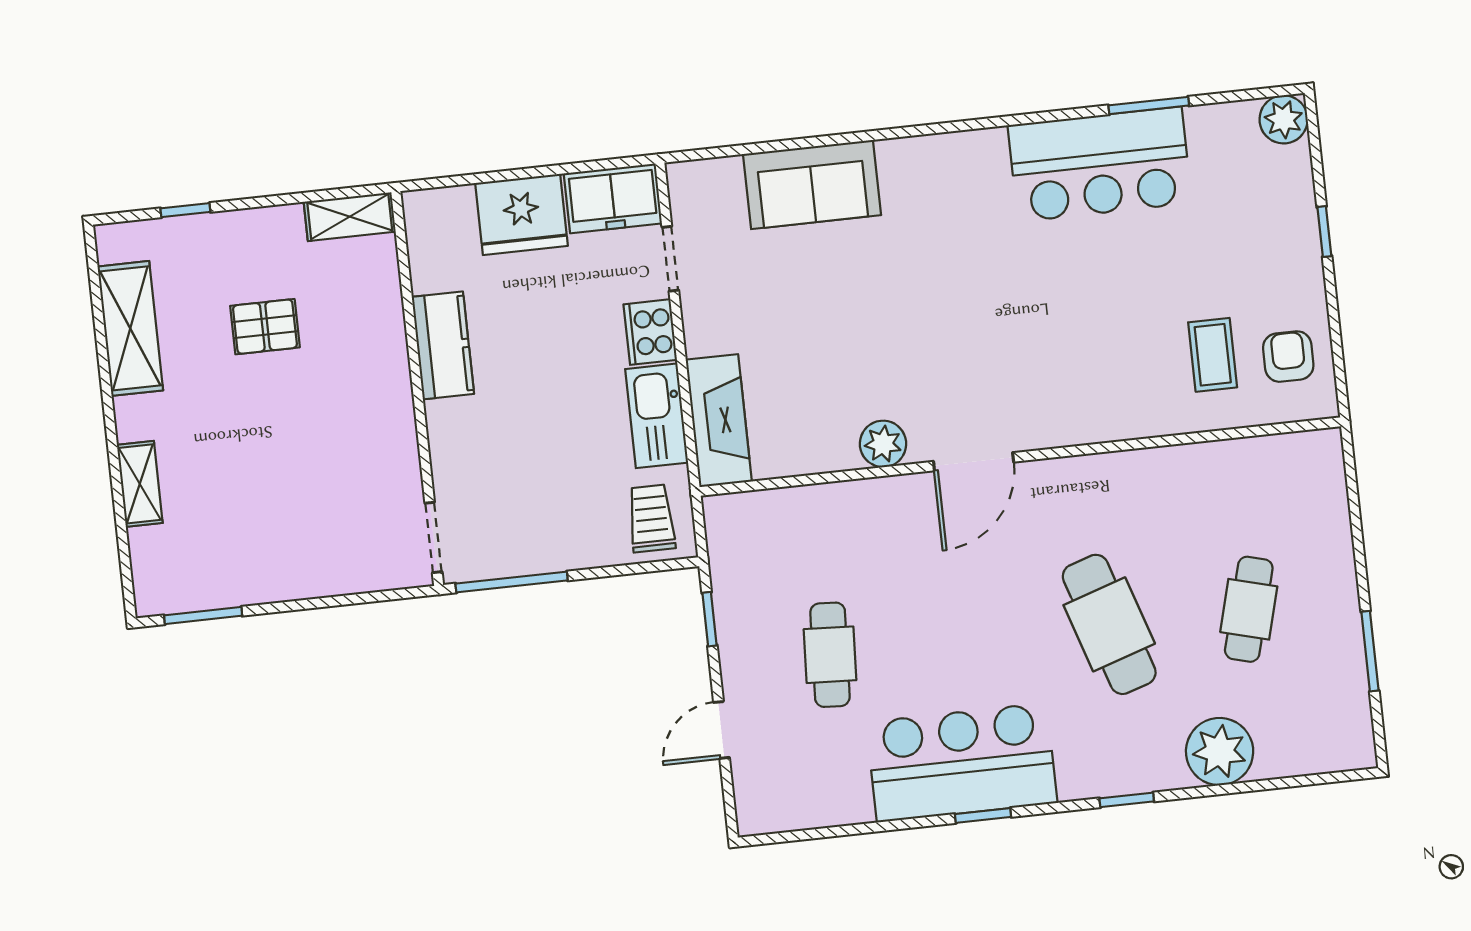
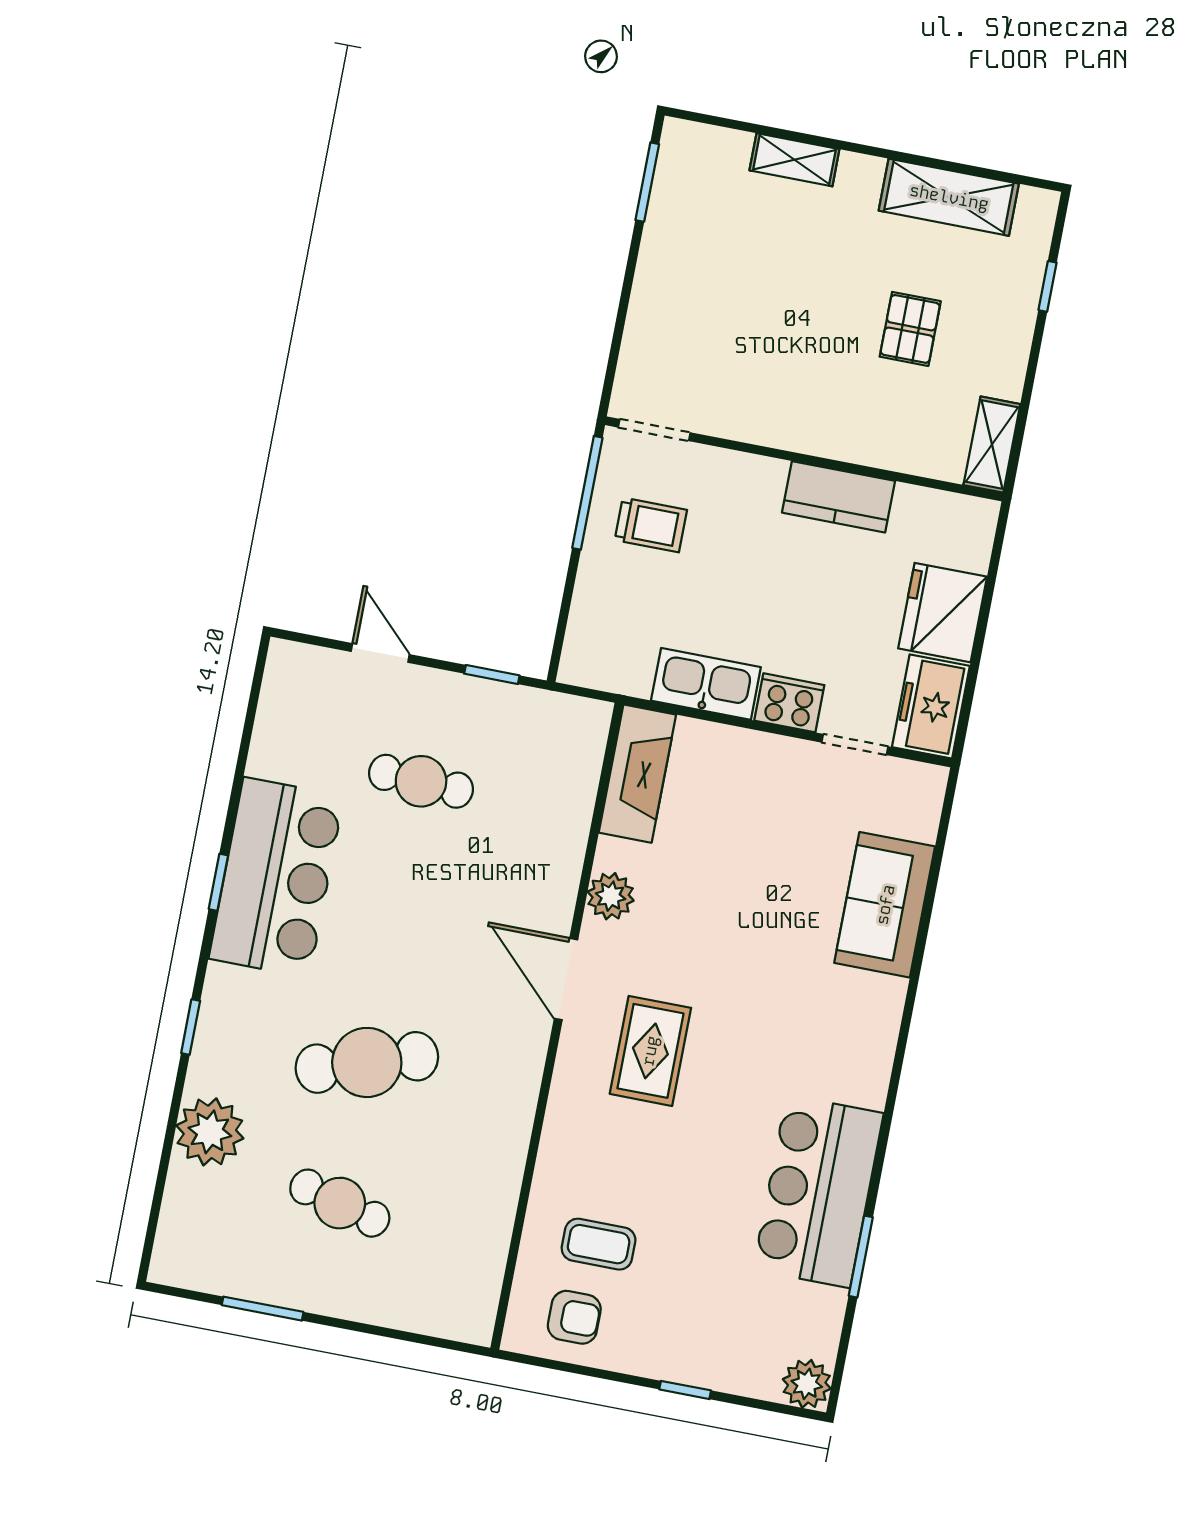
rug: (1017, 362) -> (650, 1051), added
fireplace: (719, 421) -> (637, 774), moved, turned -90
trolley: (651, 518) -> (651, 525), moved

